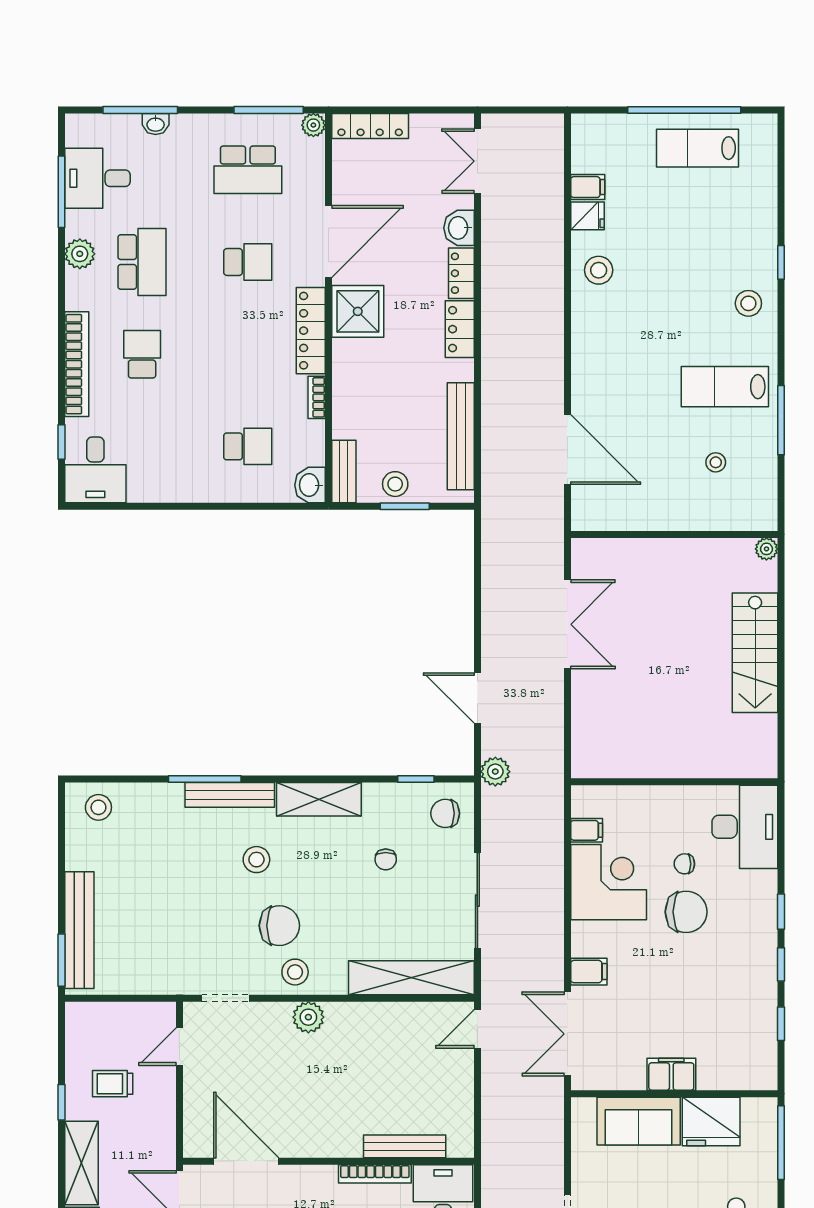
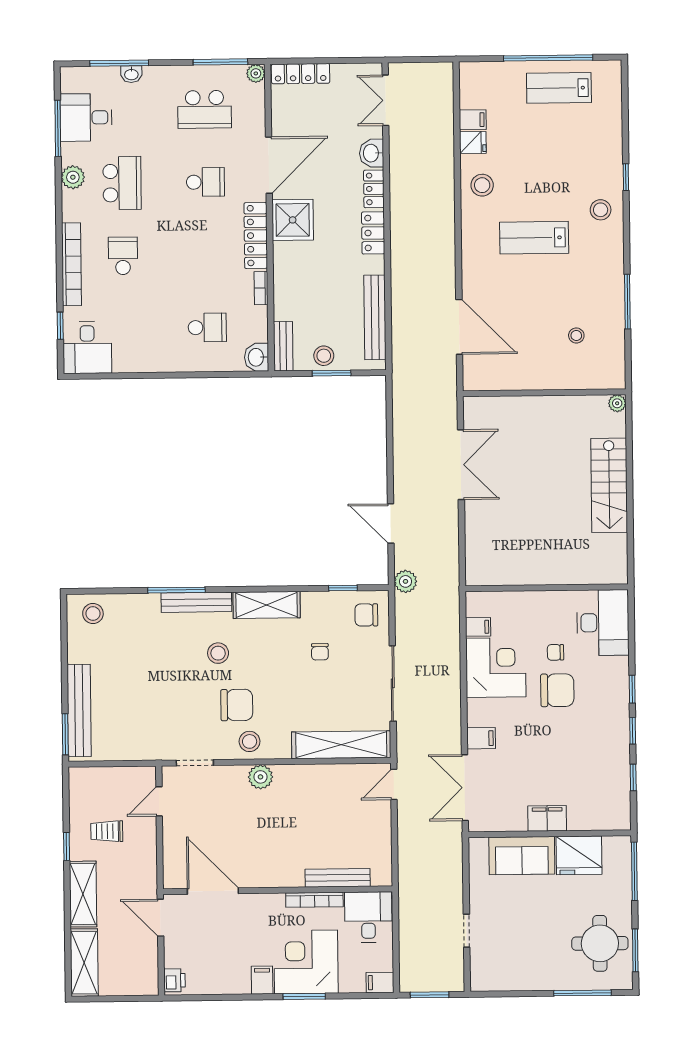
lab bench: (725, 387) -> (534, 238), moved

